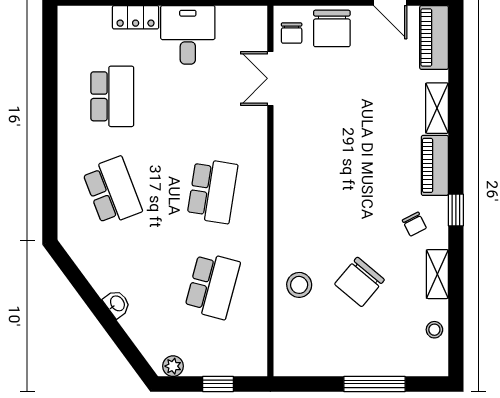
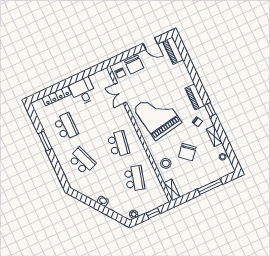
locker: (136, 17) -> (57, 96), width x1.53
window: (50, 107) -> (45, 141), added
shelving: (437, 108) -> (172, 190), moved
grand piano: (331, 167) -> (157, 115), added

